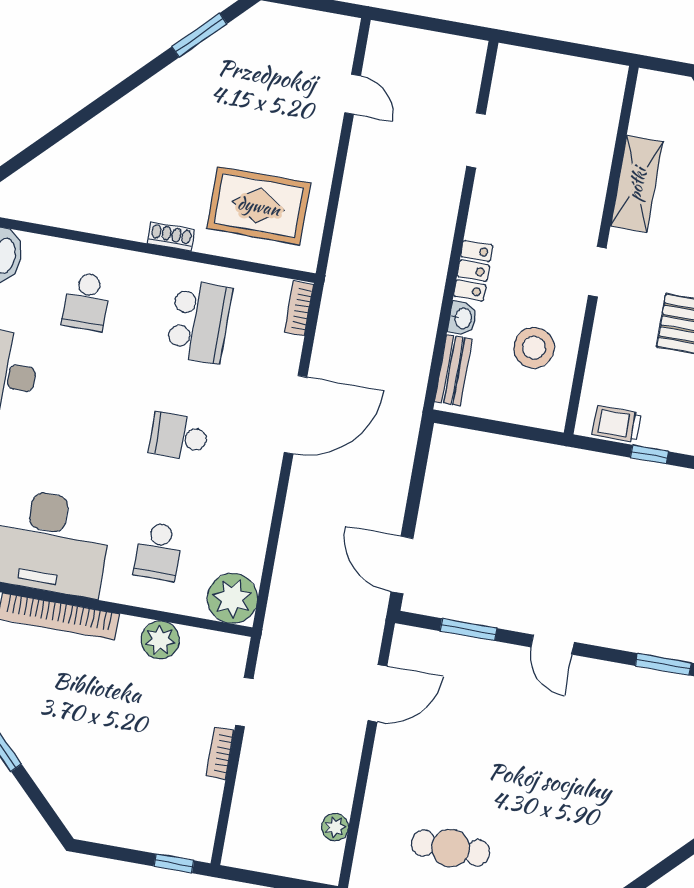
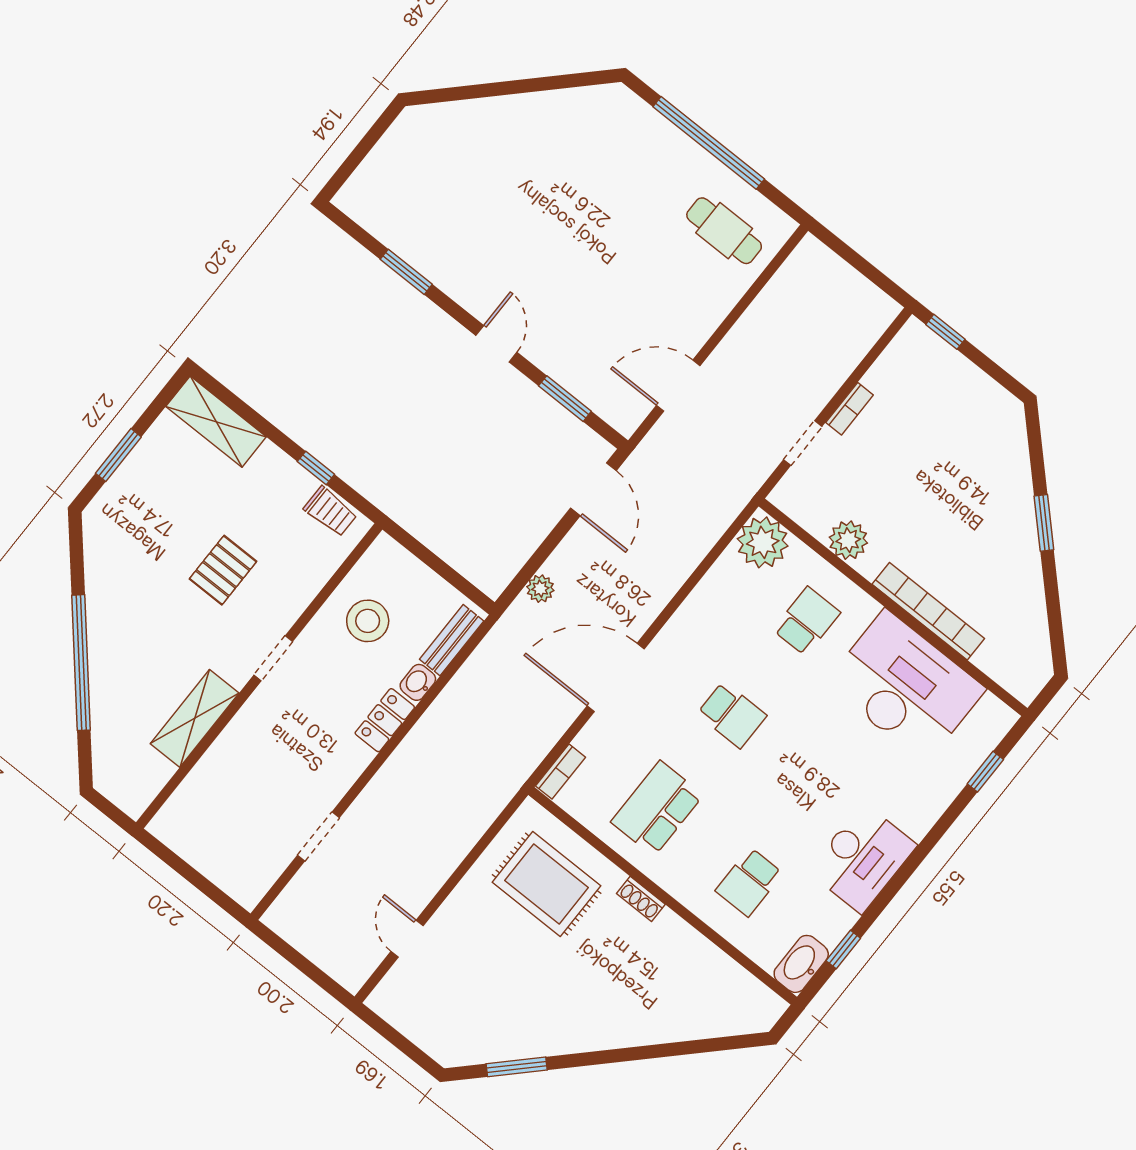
school desk: (86, 302) -> (749, 882), turned 180
plant: (335, 827) -> (540, 589), moved
cafe table: (451, 848) -> (724, 231), moved

